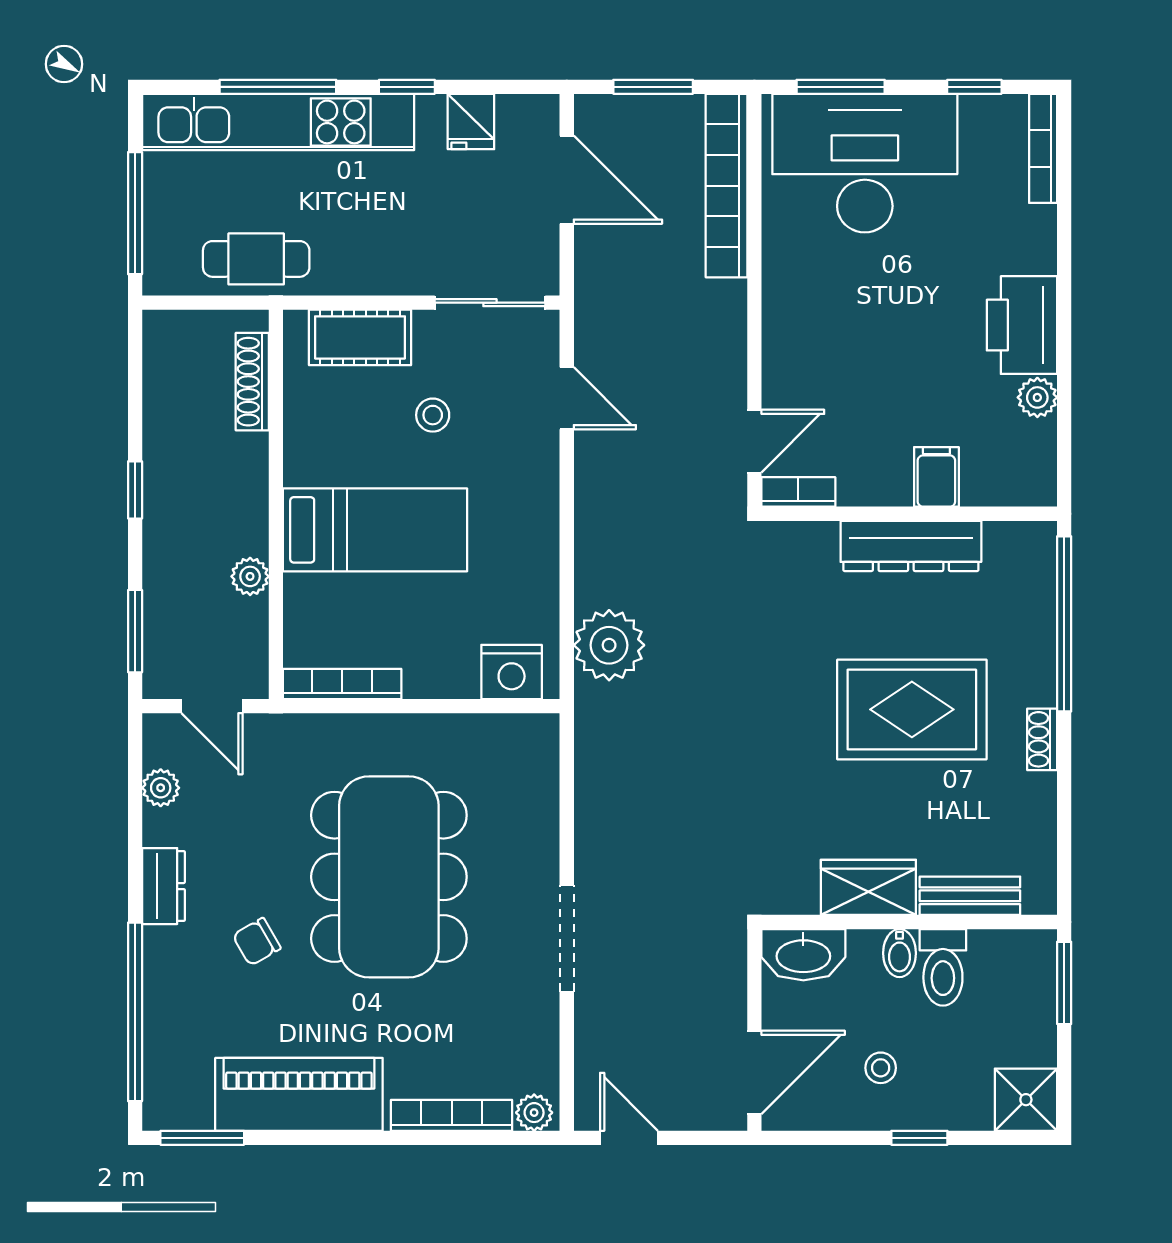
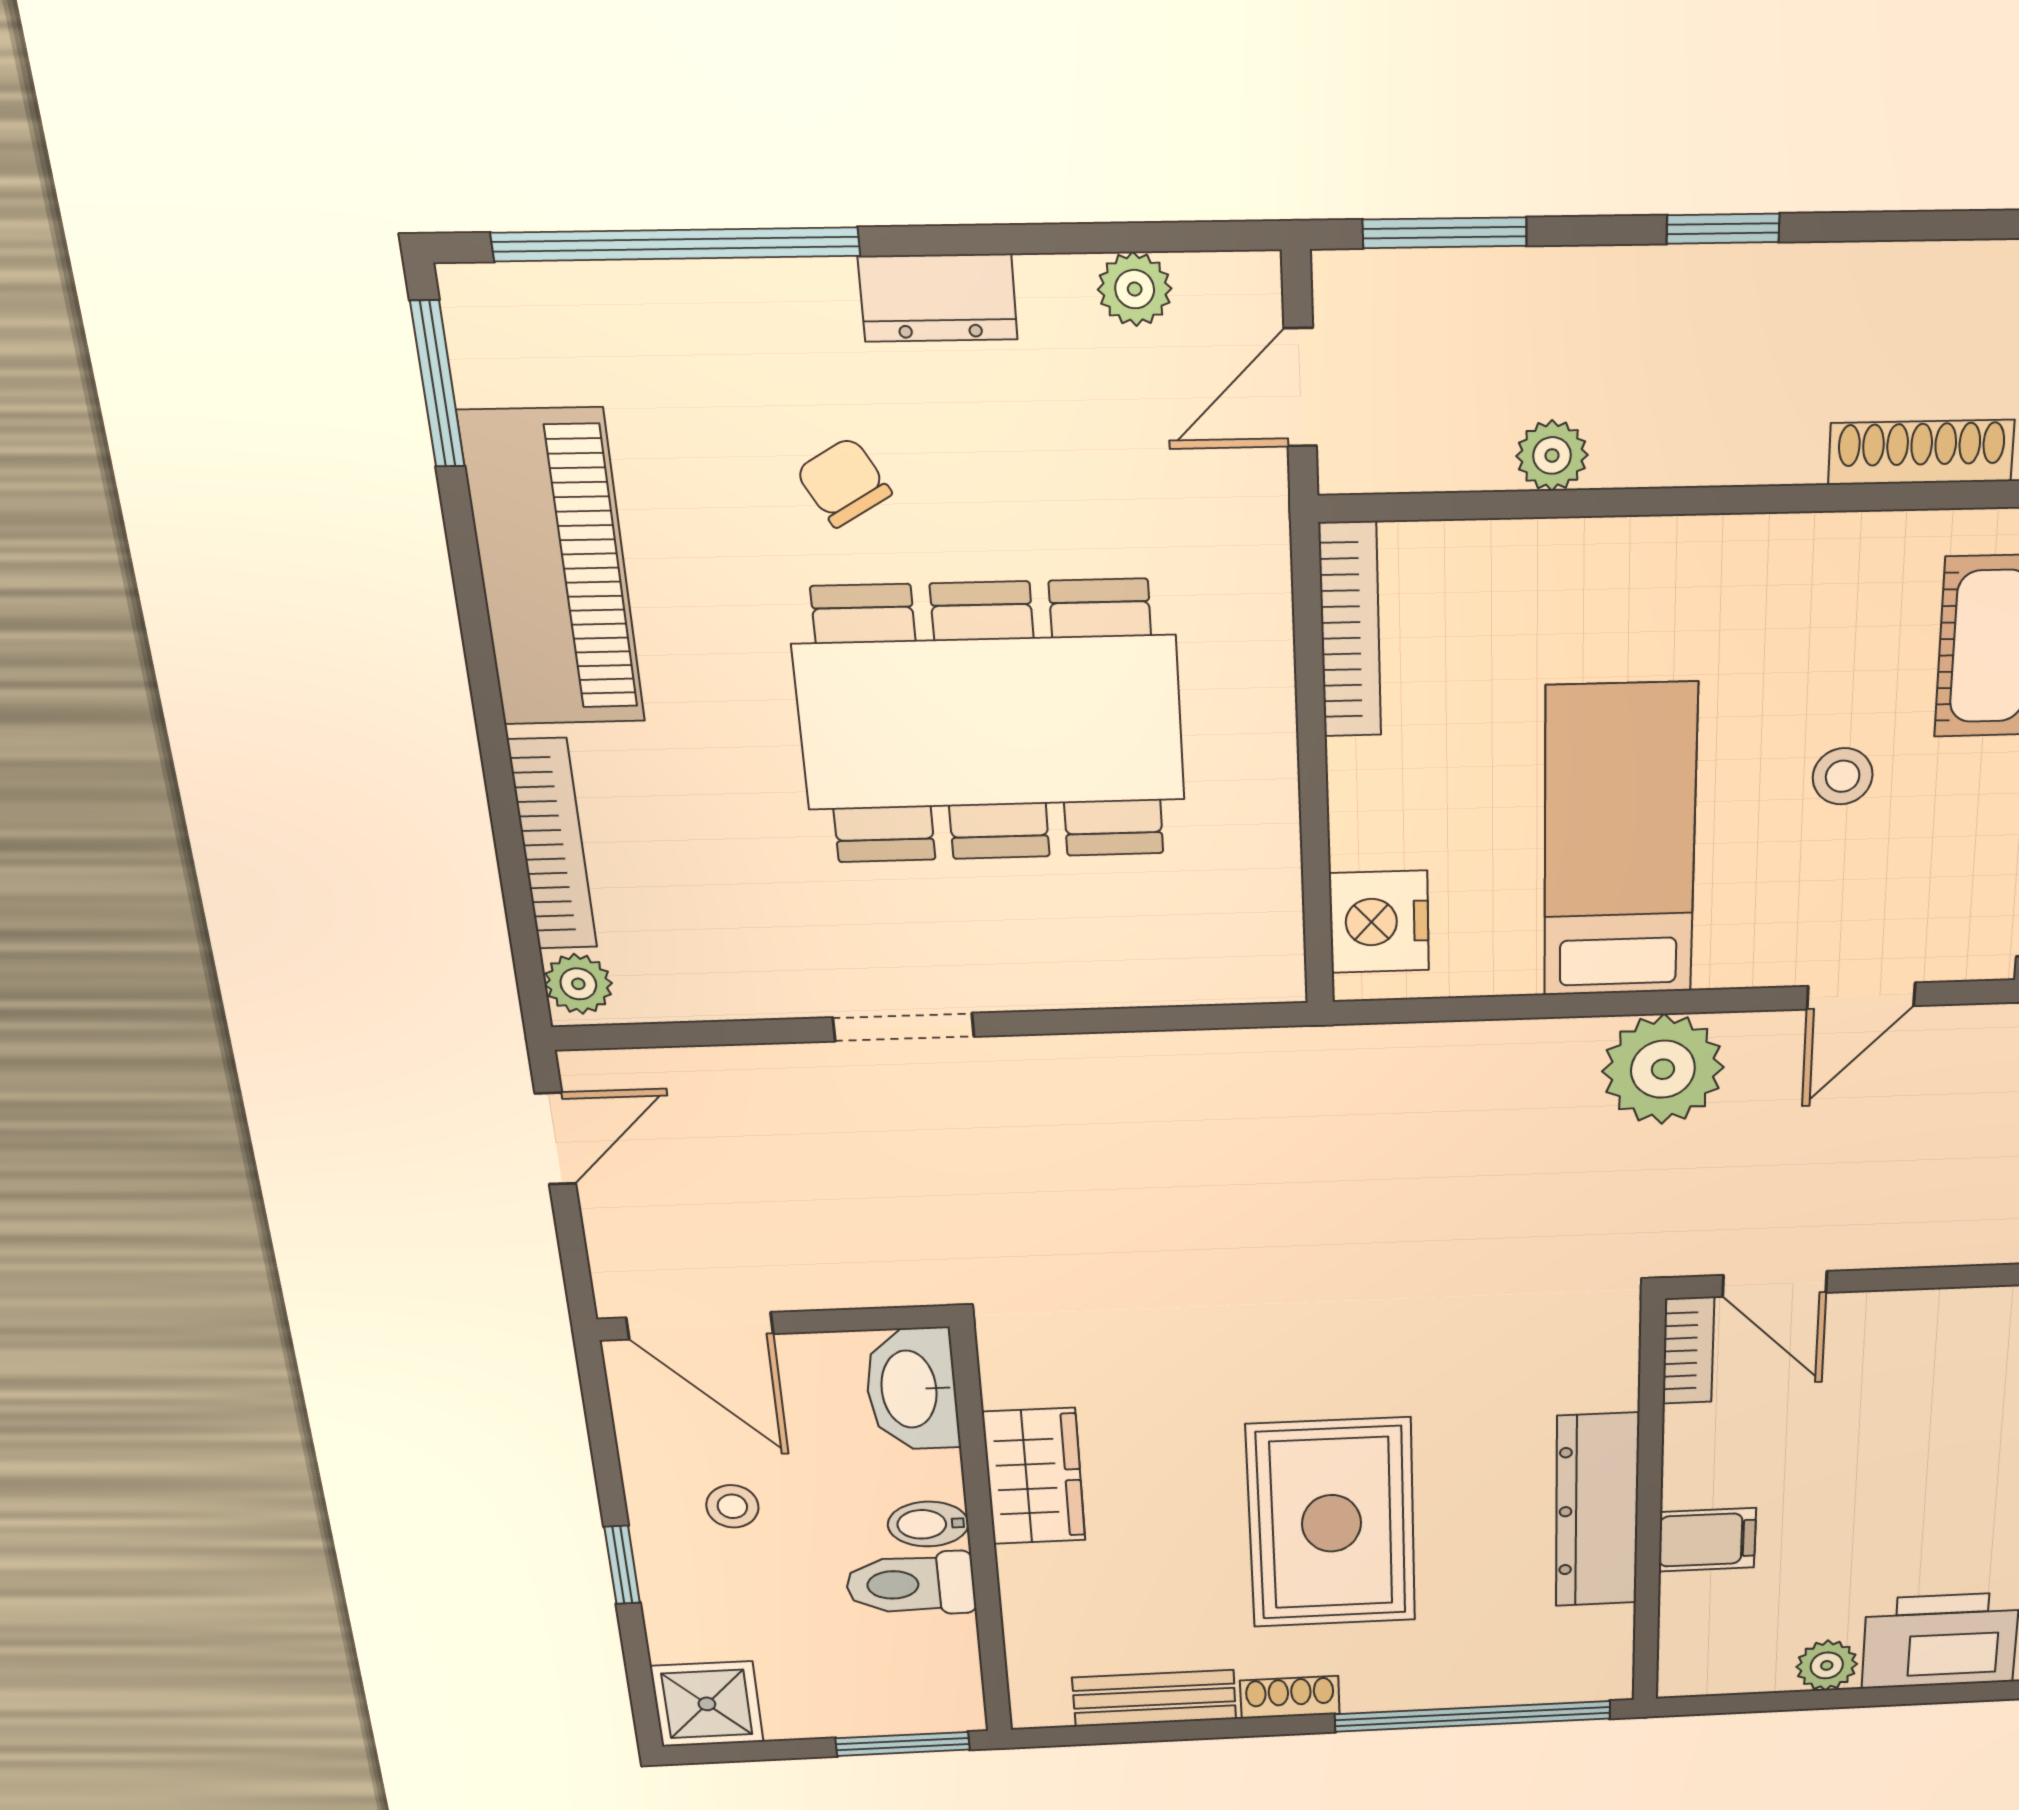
bed: (375, 530) -> (1620, 841), moved, turned 180
plant: (609, 645) -> (1663, 1069), moved
bench: (970, 896) -> (1154, 1698), moved, turned 90
doorway: (567, 939) -> (904, 1027), width x0.73

